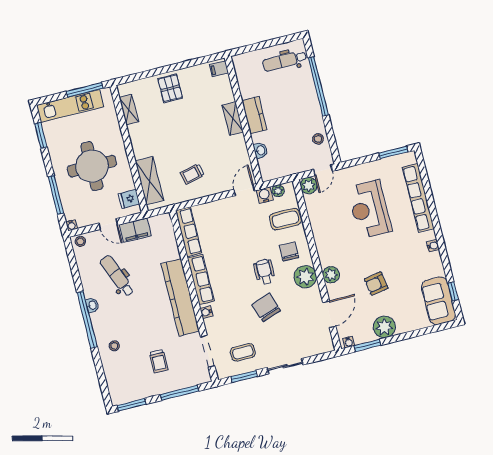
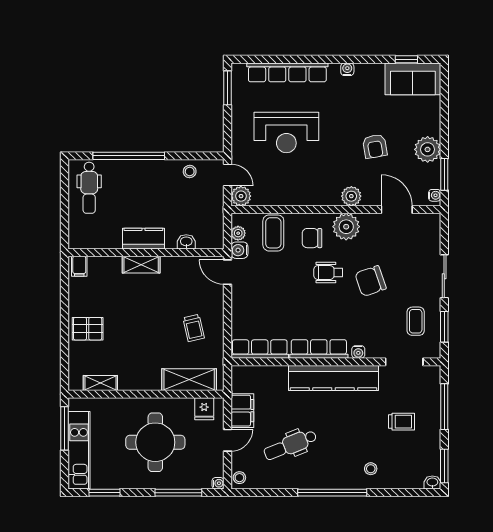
washbasin: (92, 305) -> (432, 482), moved

